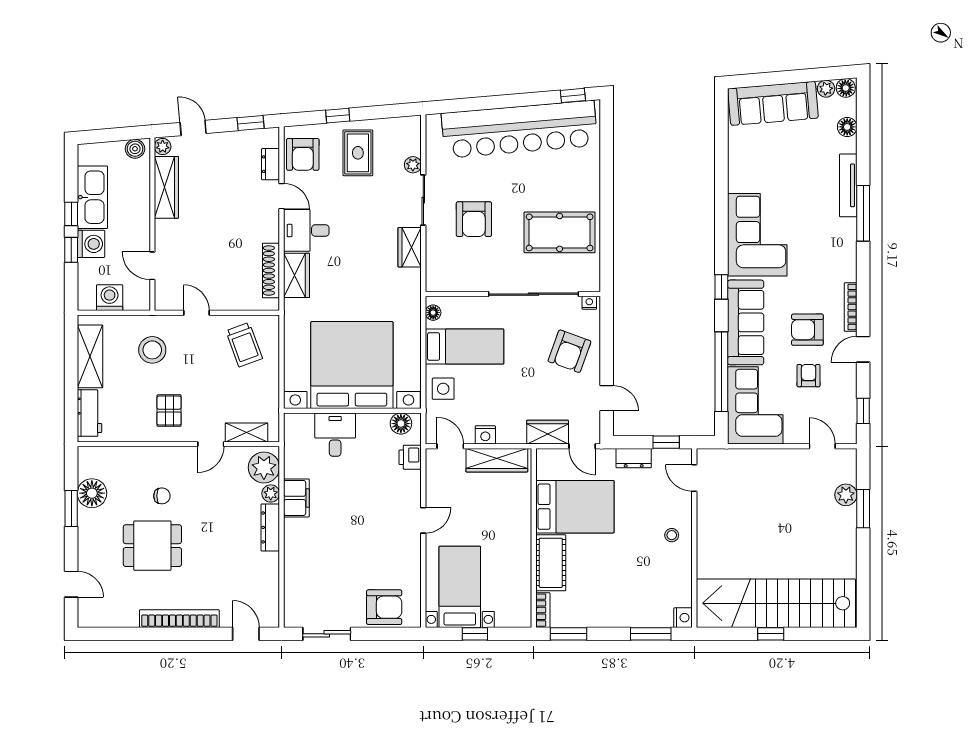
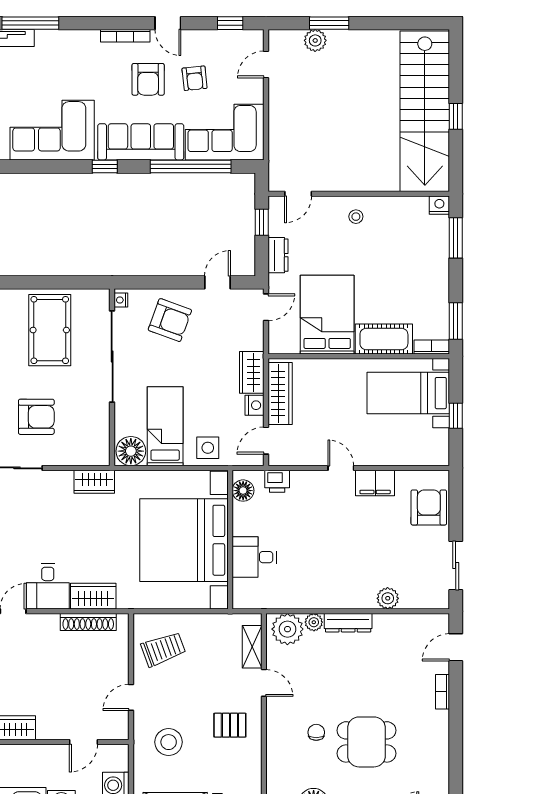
wardrobe: (410, 247) -> (94, 482), moved
floor lamp: (433, 313) -> (131, 451), width x1.89, depth x1.89
armchair: (809, 376) -> (195, 78), turned -96
wardrobe: (548, 432) -> (252, 372), moved
filing cabinet: (296, 498) -> (375, 483), moved, turned 180
dining table: (152, 546) -> (366, 742), turned 90
plant: (294, 567) -> (388, 598), added
bed with nightstands: (460, 587) -> (408, 393), moved
bookcase: (179, 619) -> (442, 692), width x0.43, depth x0.76

